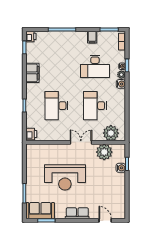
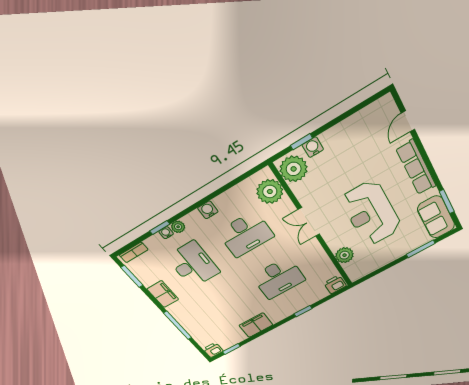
filing cabinet: (92, 37) -> (163, 294), width x2.00
water cooler: (121, 84) -> (208, 210), moved
plant: (48, 150) -> (344, 255), added
plant: (104, 152) -> (294, 169), moved
reception desk: (65, 177) -> (371, 213), turned 180
row of seats: (77, 213) -> (416, 168), width x1.48

